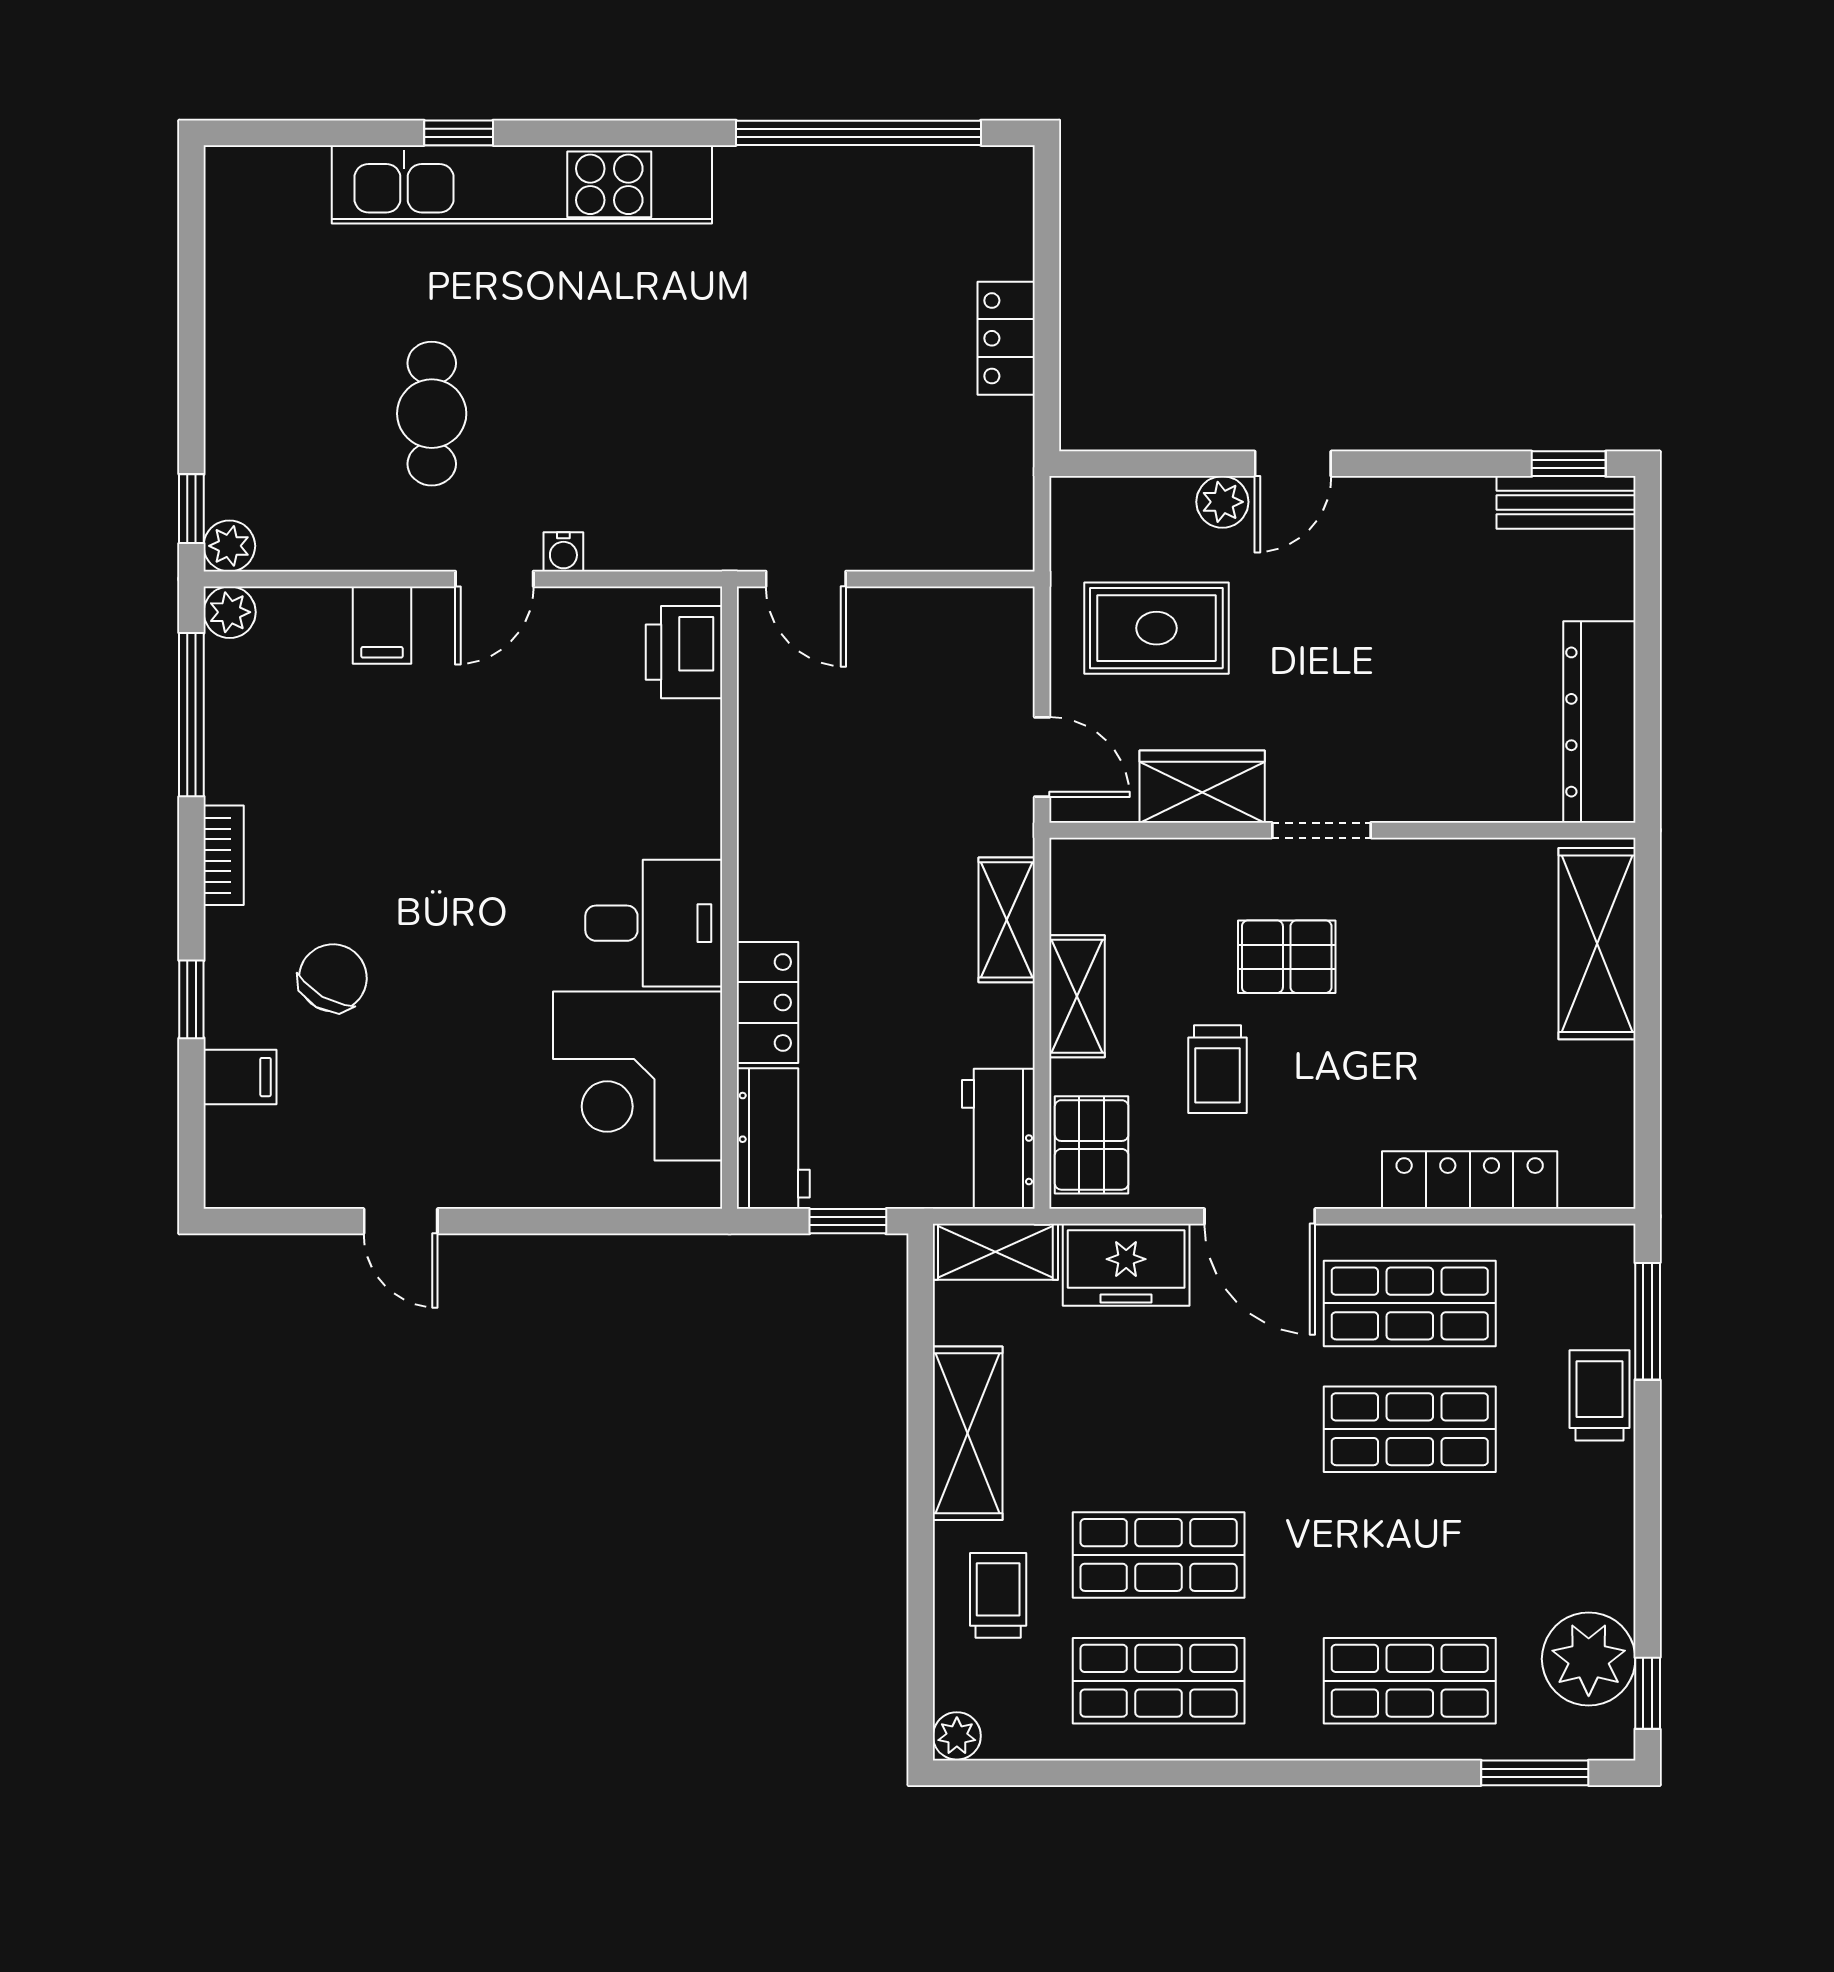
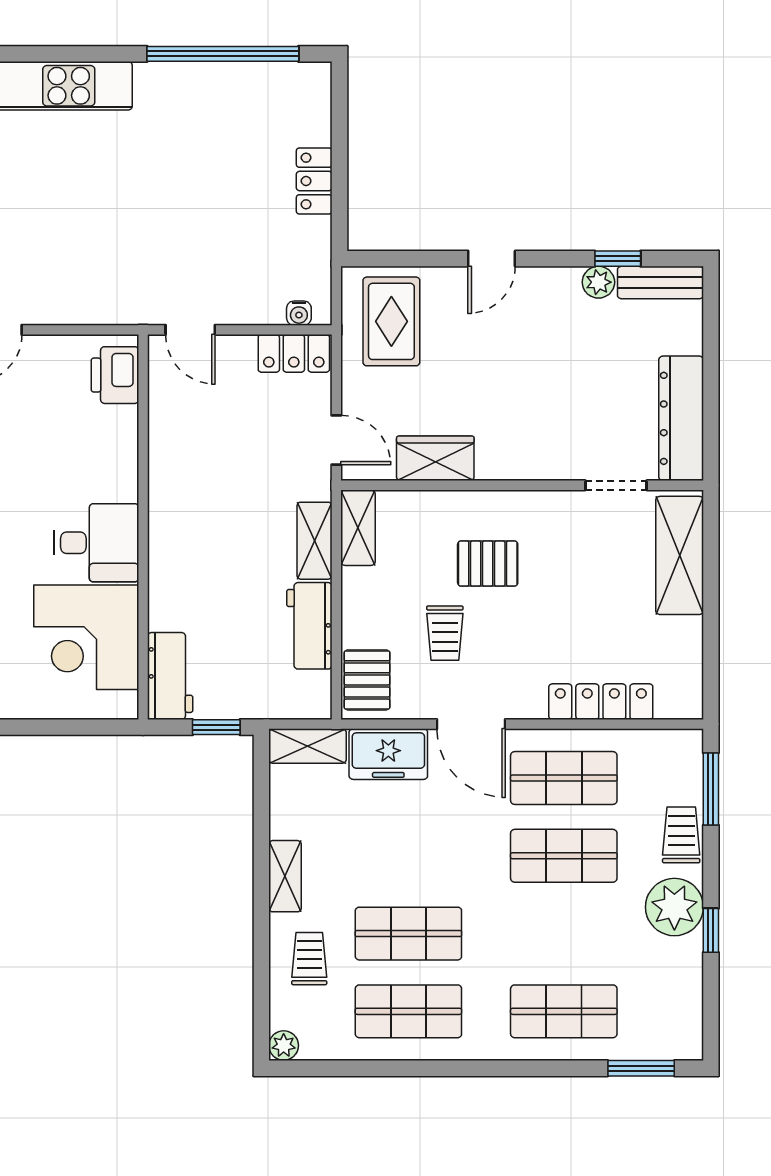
window: (1569, 464) -> (618, 259), moved
plant: (1222, 502) -> (598, 282), moved
water cooler: (563, 552) -> (299, 313), moved
rug: (1156, 628) -> (391, 321), moved, turned 90
doorway: (1321, 830) -> (616, 485), moved
shelving: (1077, 996) -> (358, 528), moved
locker: (768, 1003) -> (294, 353), moved, turned 90
workbench: (998, 1139) -> (309, 626), moved
shelving: (968, 1433) -> (285, 876), width x0.67, depth x0.75
plant: (1589, 1659) -> (674, 907), moved
window: (1648, 1693) -> (711, 930), moved

